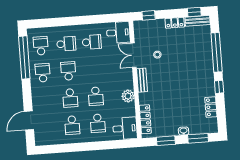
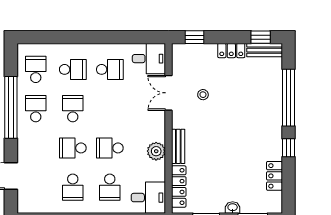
window: (24, 57) -> (11, 107), moved
bench: (142, 80) -> (178, 146), moved
school desk: (96, 96) -> (110, 148), turned 90
school desk: (70, 98) -> (73, 148), turned 90

